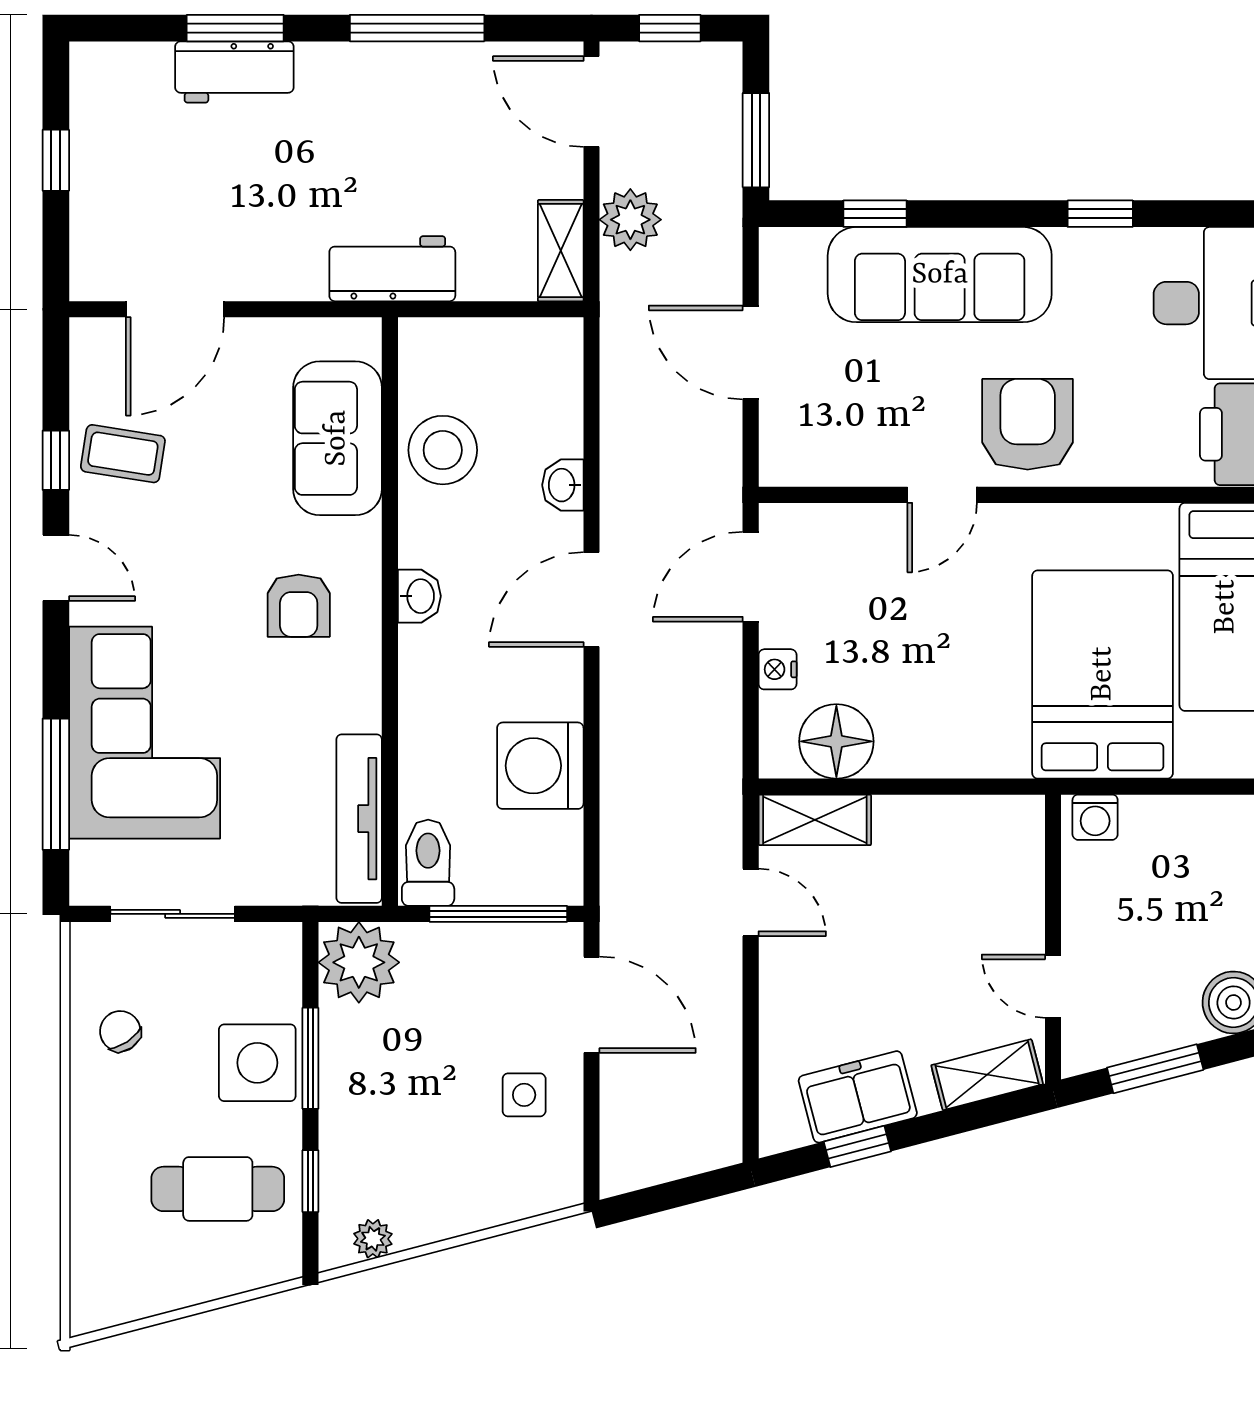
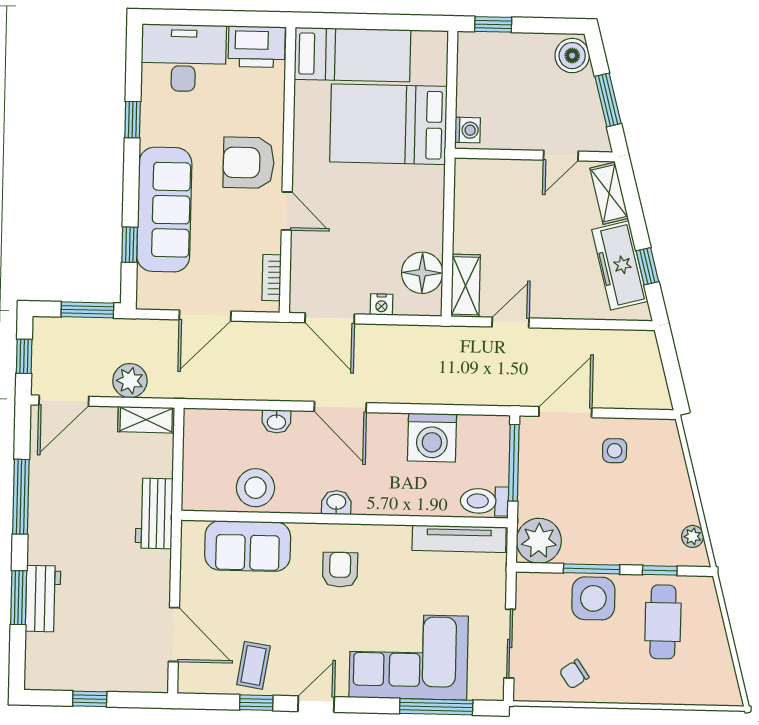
bookcase: (822, 470) -> (272, 278), added
armchair: (299, 606) -> (340, 570), turned -90
freezer: (858, 1097) -> (620, 265), width x1.40

